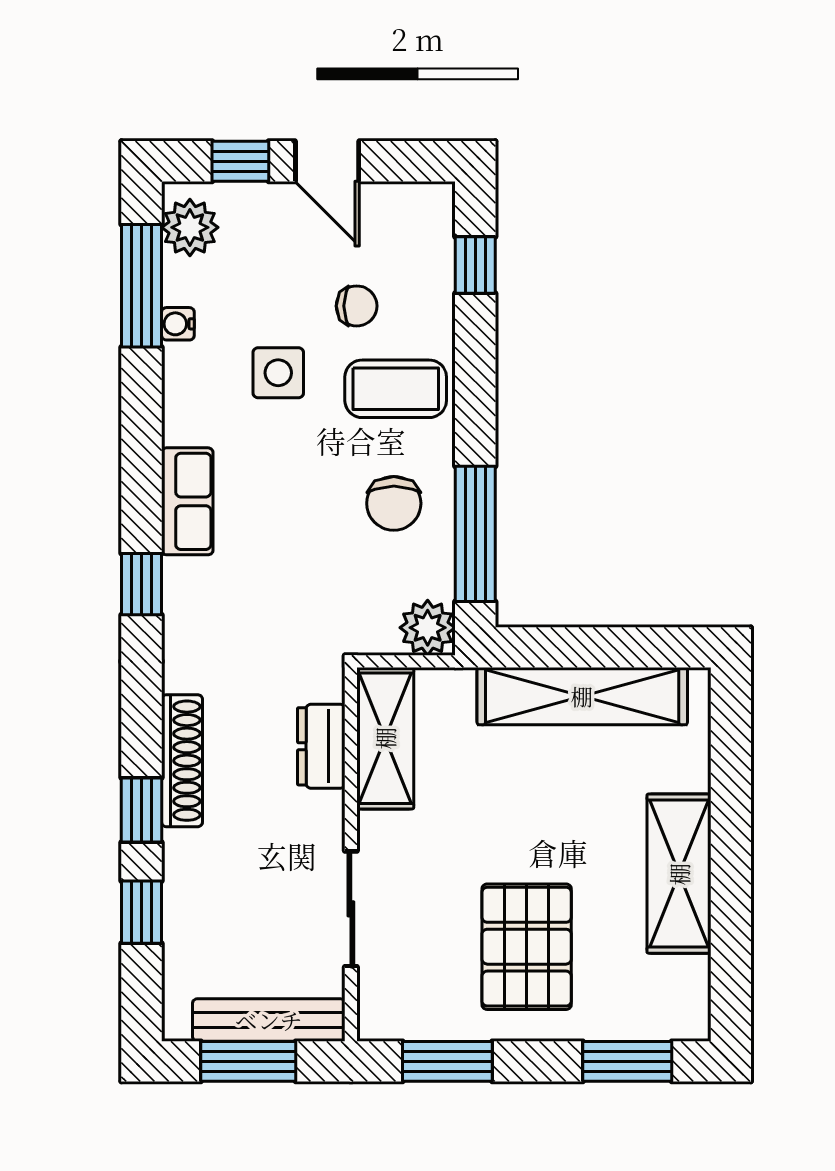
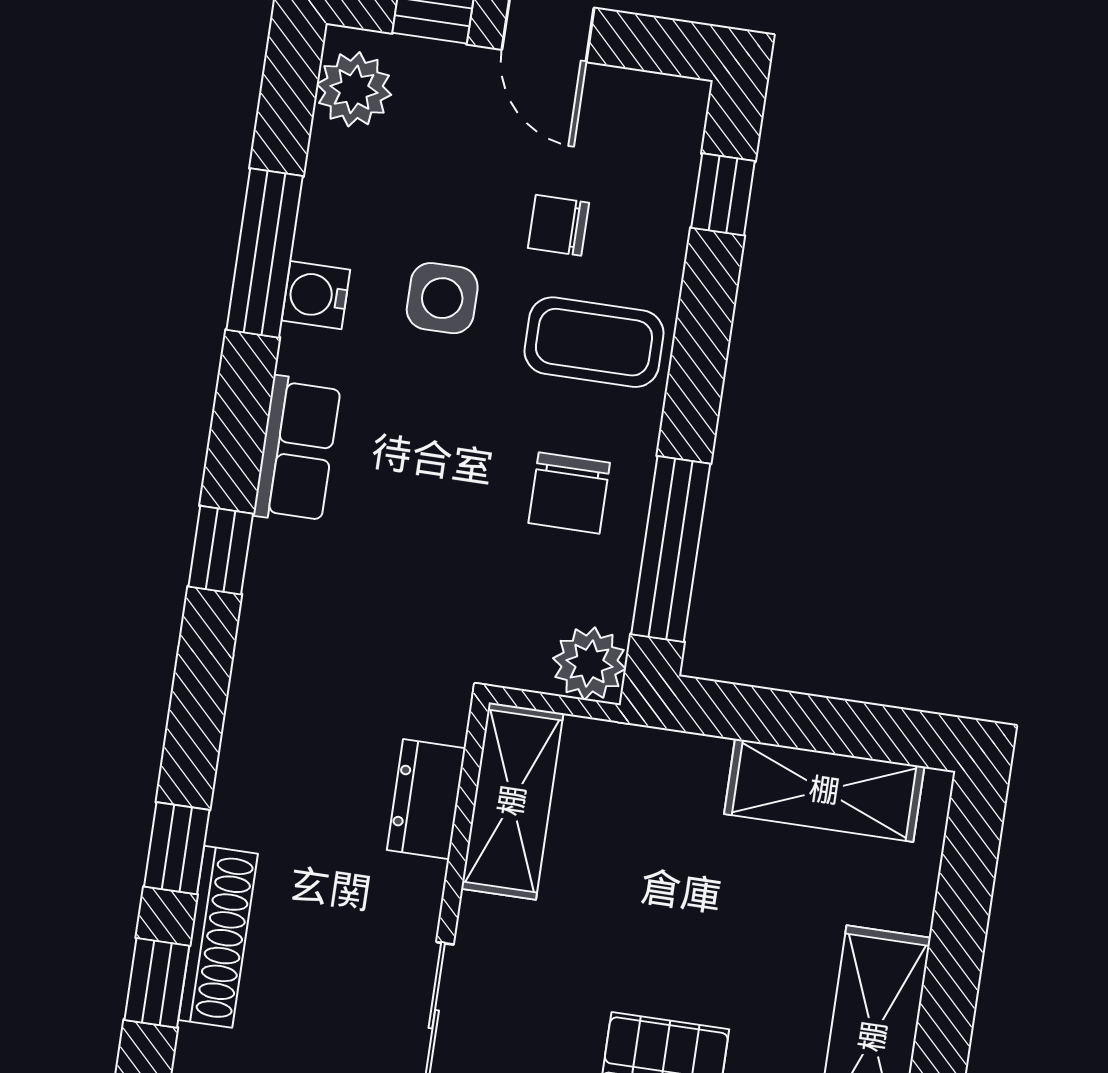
window: (141, 286) -> (265, 253), moved
chair: (357, 306) -> (559, 225), turned 180
water cooler: (178, 324) -> (316, 295), moved, width x1.38, depth x1.38
shelving: (582, 696) -> (824, 790), width x0.68
shoe rack: (182, 761) -> (218, 937), moved

